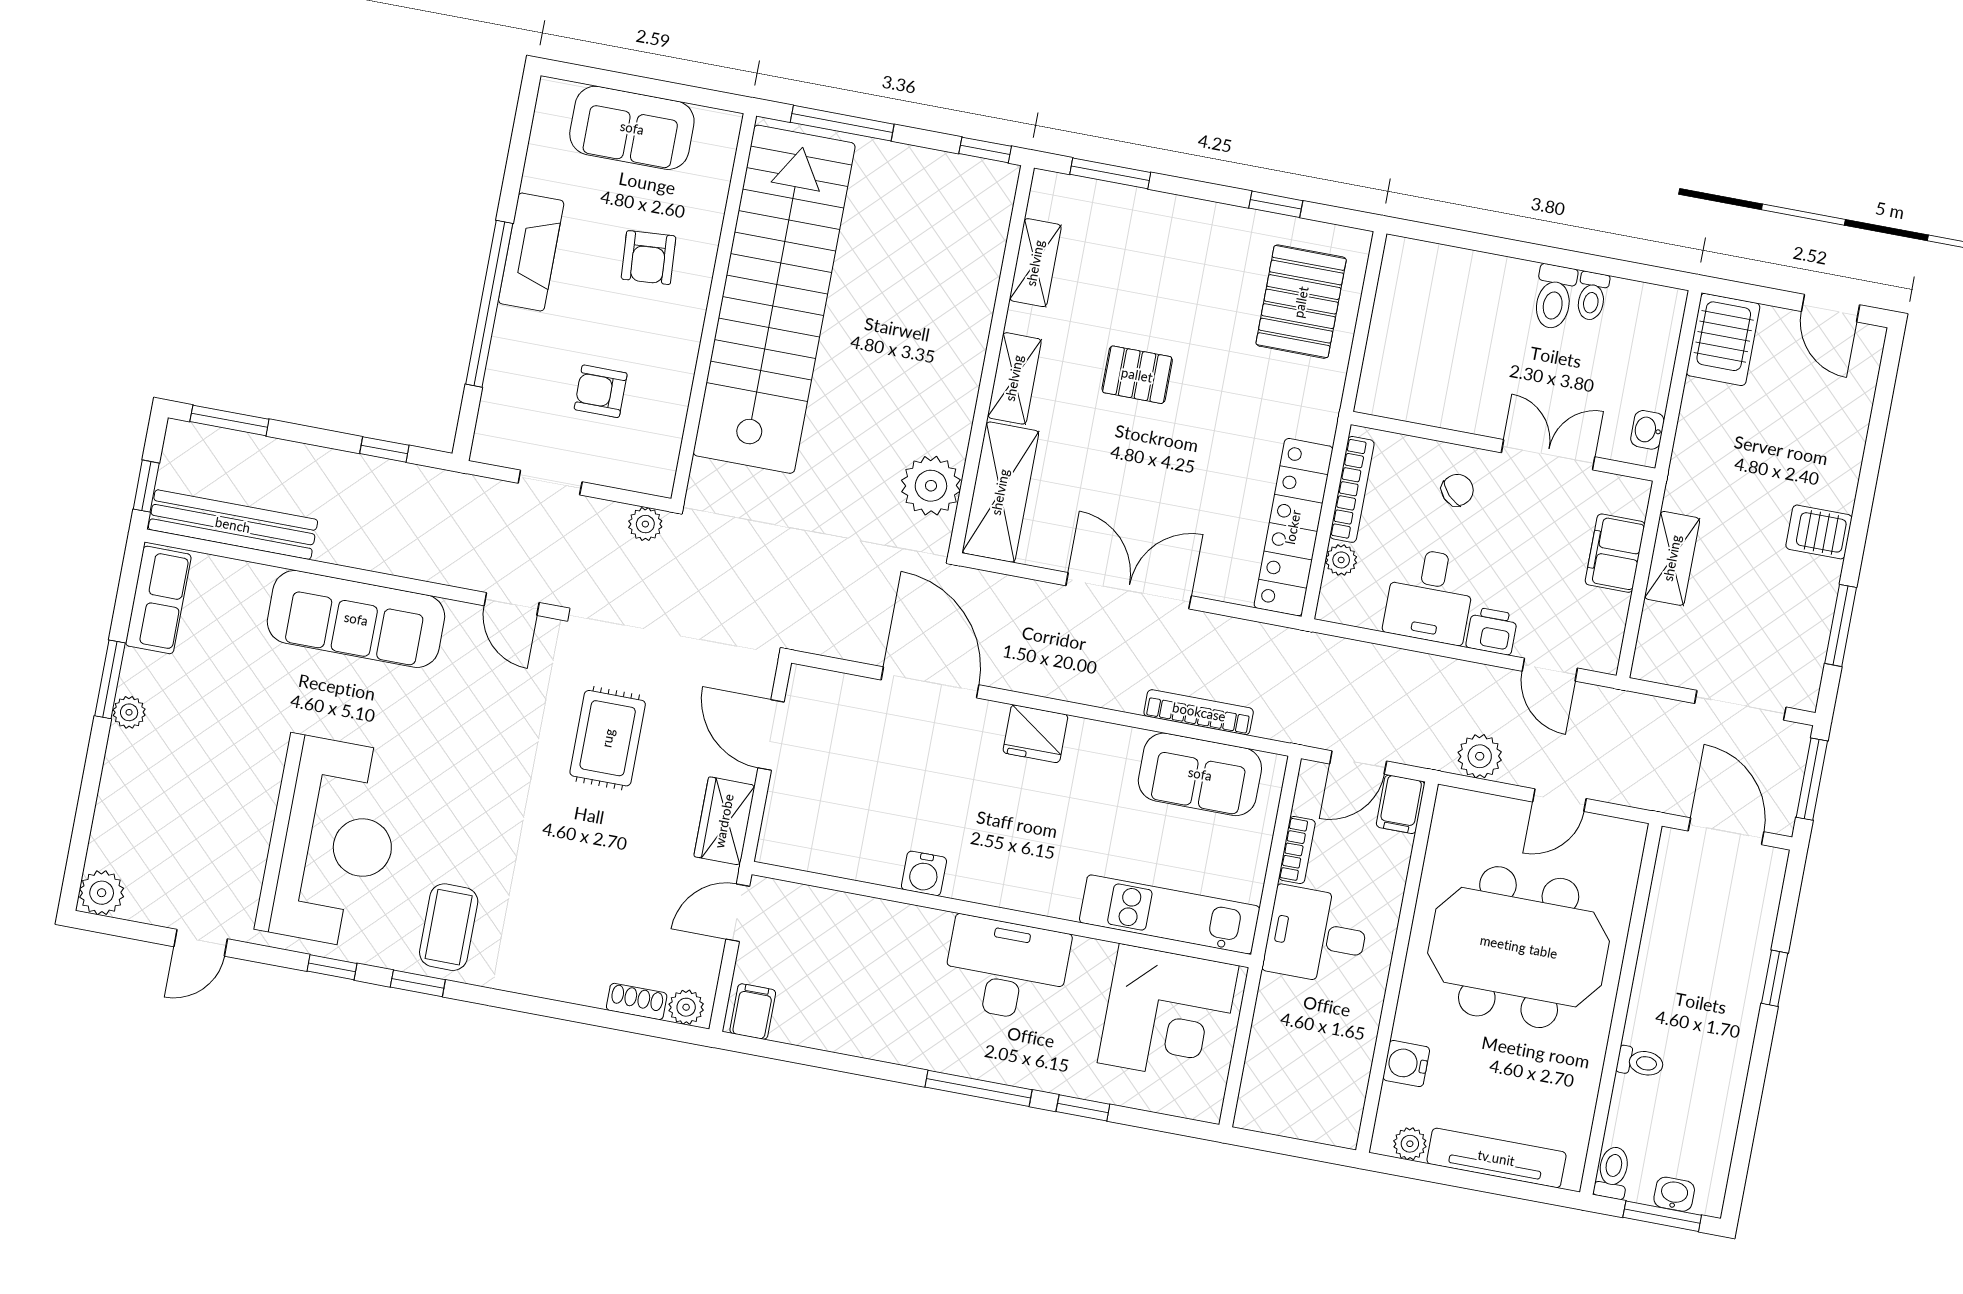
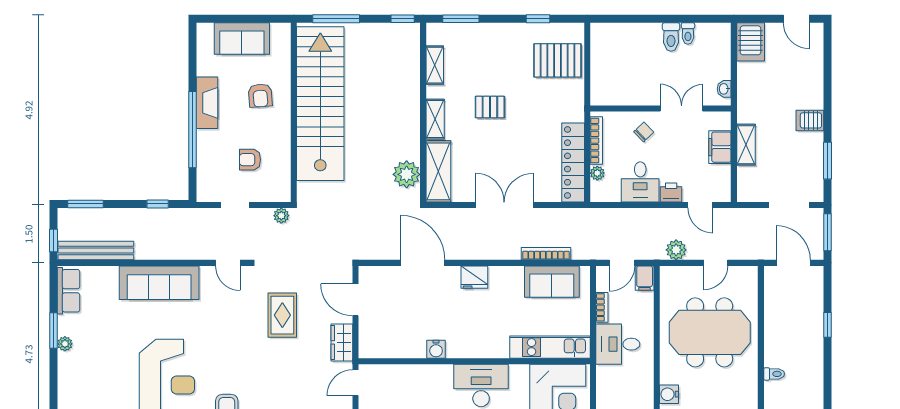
pallet: (1301, 302) -> (558, 60), turned 90

